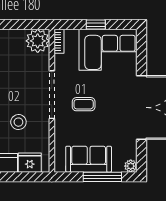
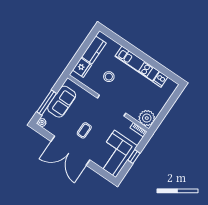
coffee table: (84, 104) -> (84, 130), moved

